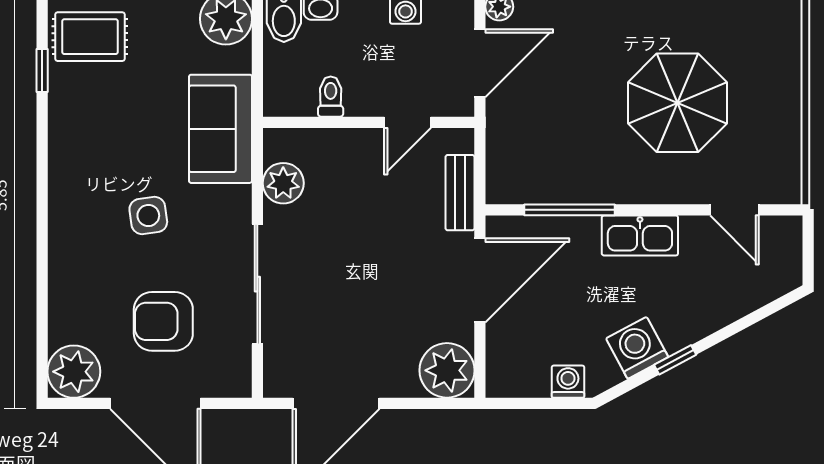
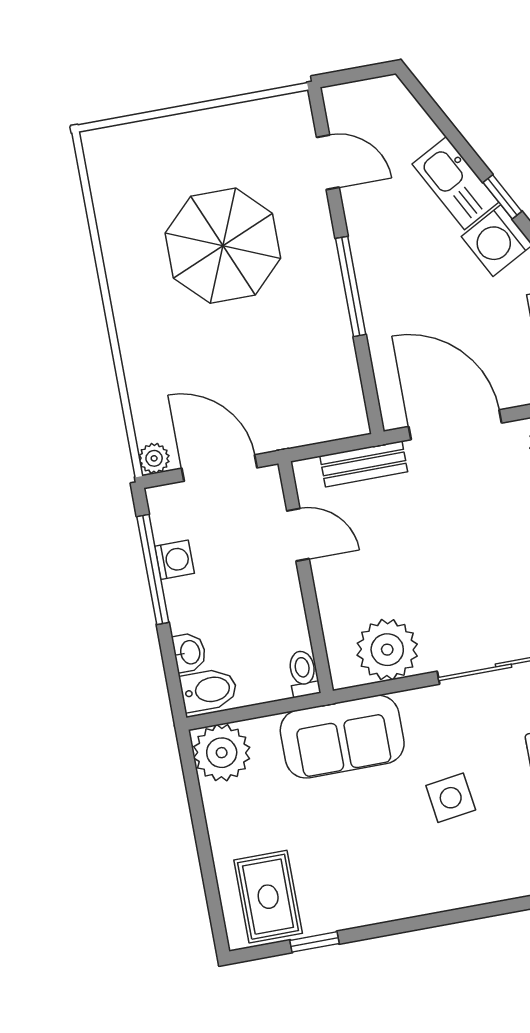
toilet: (331, 97) -> (303, 673), moved, turned 90
plant: (283, 183) -> (387, 650), width x1.36, depth x1.36
window: (569, 210) -> (351, 286), moved
door: (735, 210) -> (328, 162), hinge flipped
kitchen sink: (640, 235) -> (455, 183), moved, turned 152

